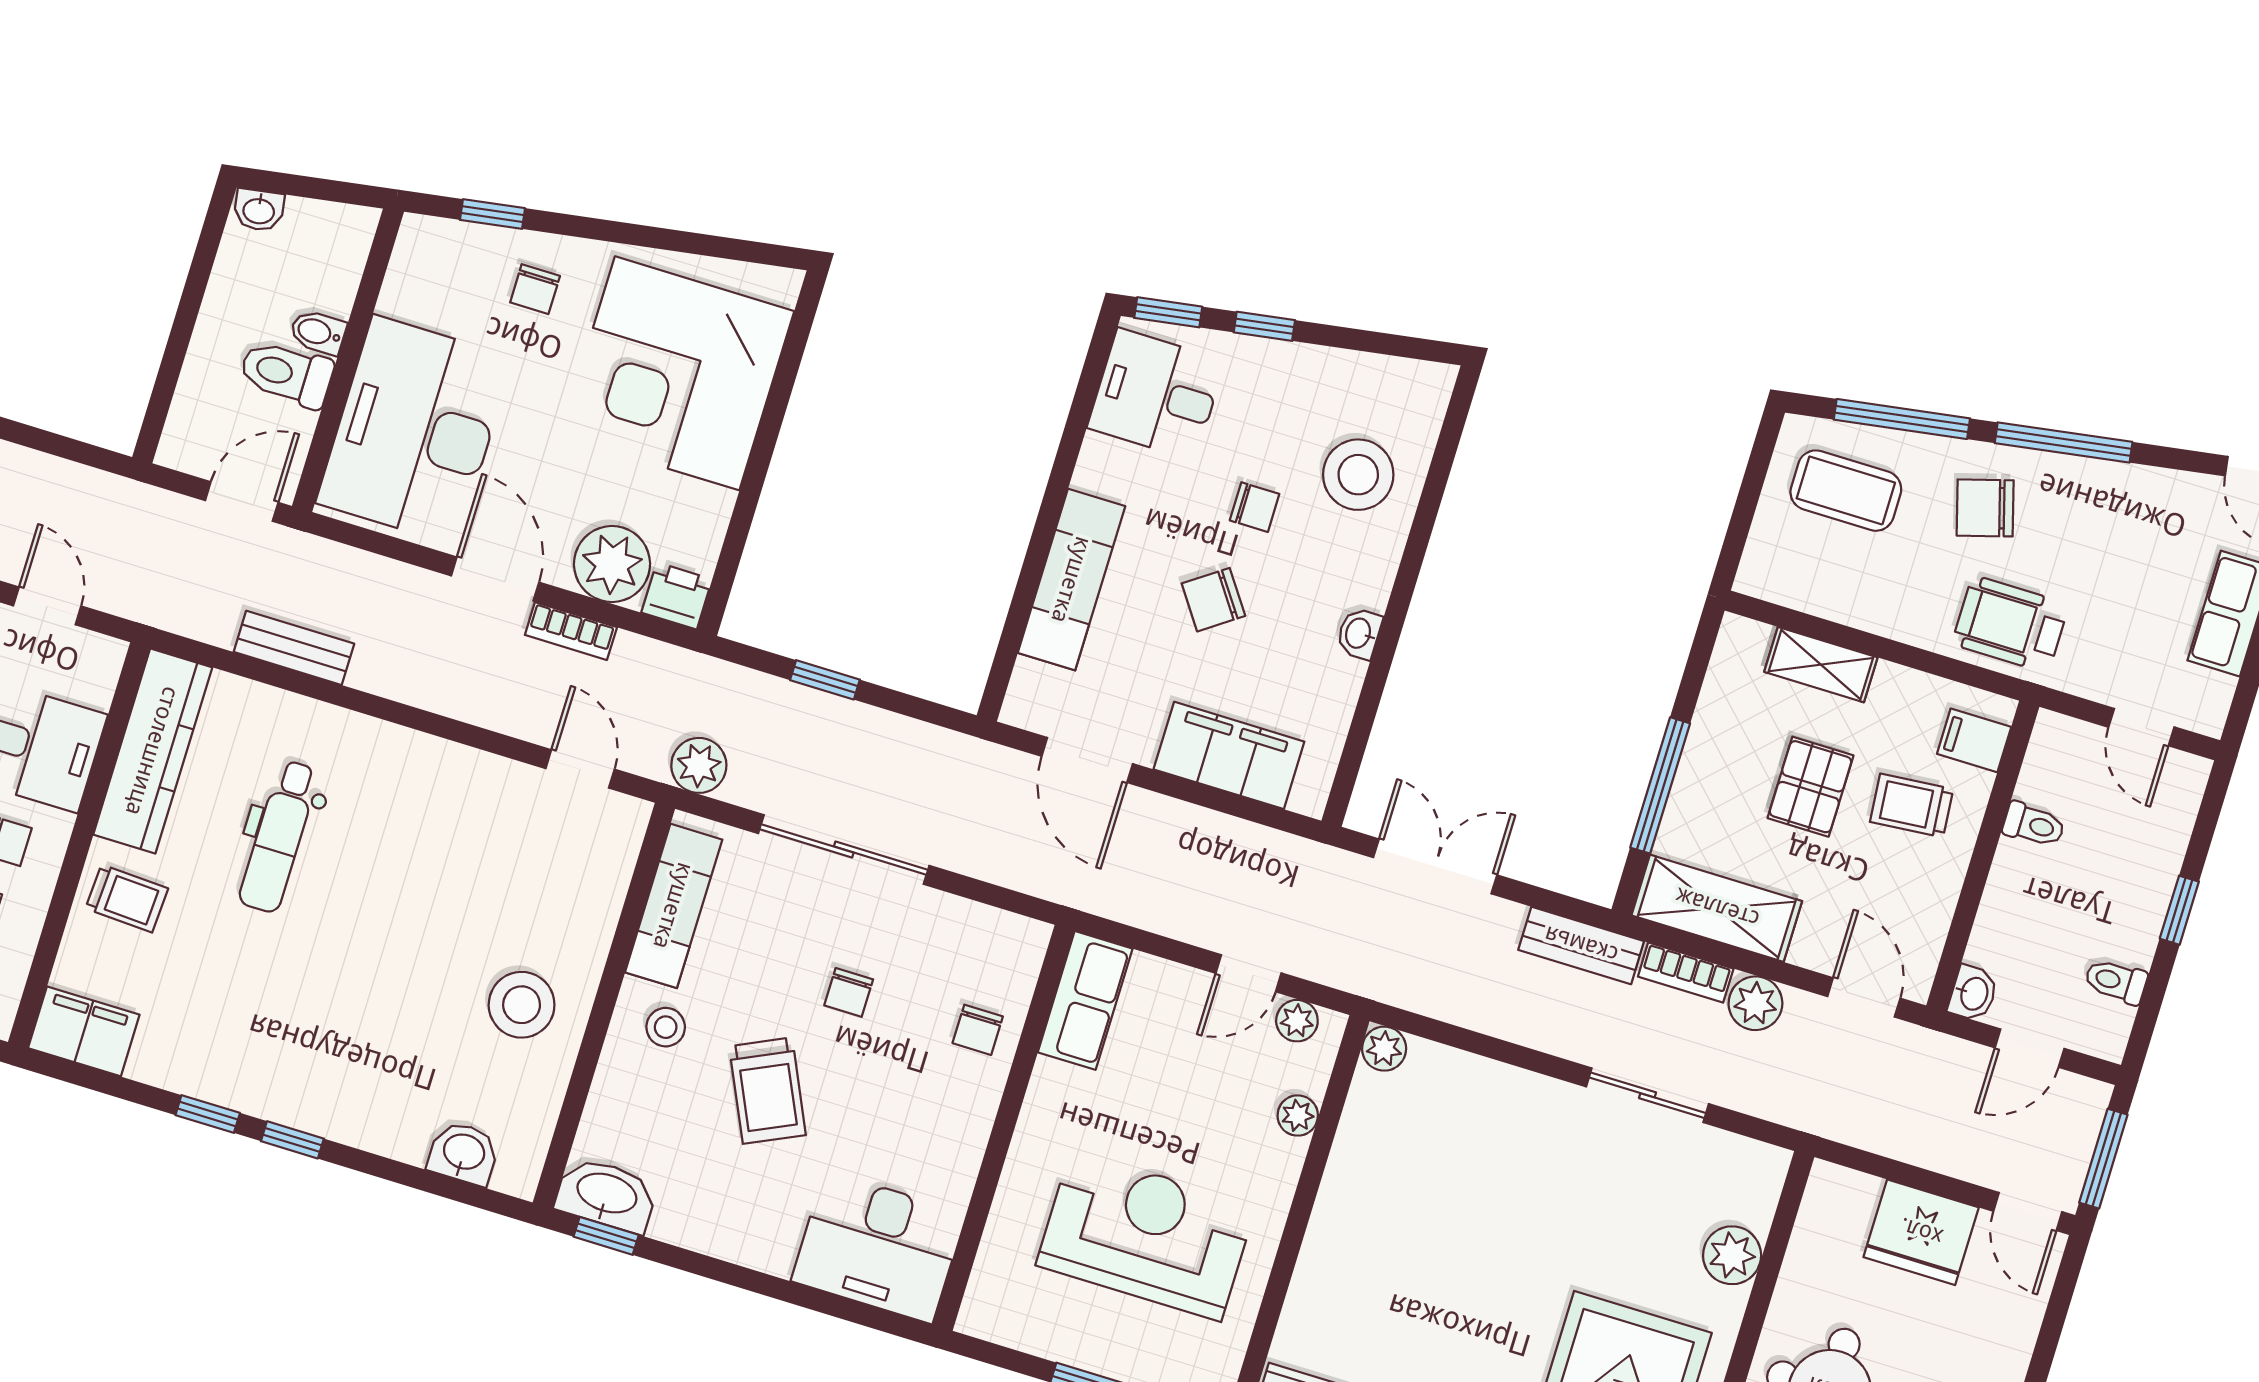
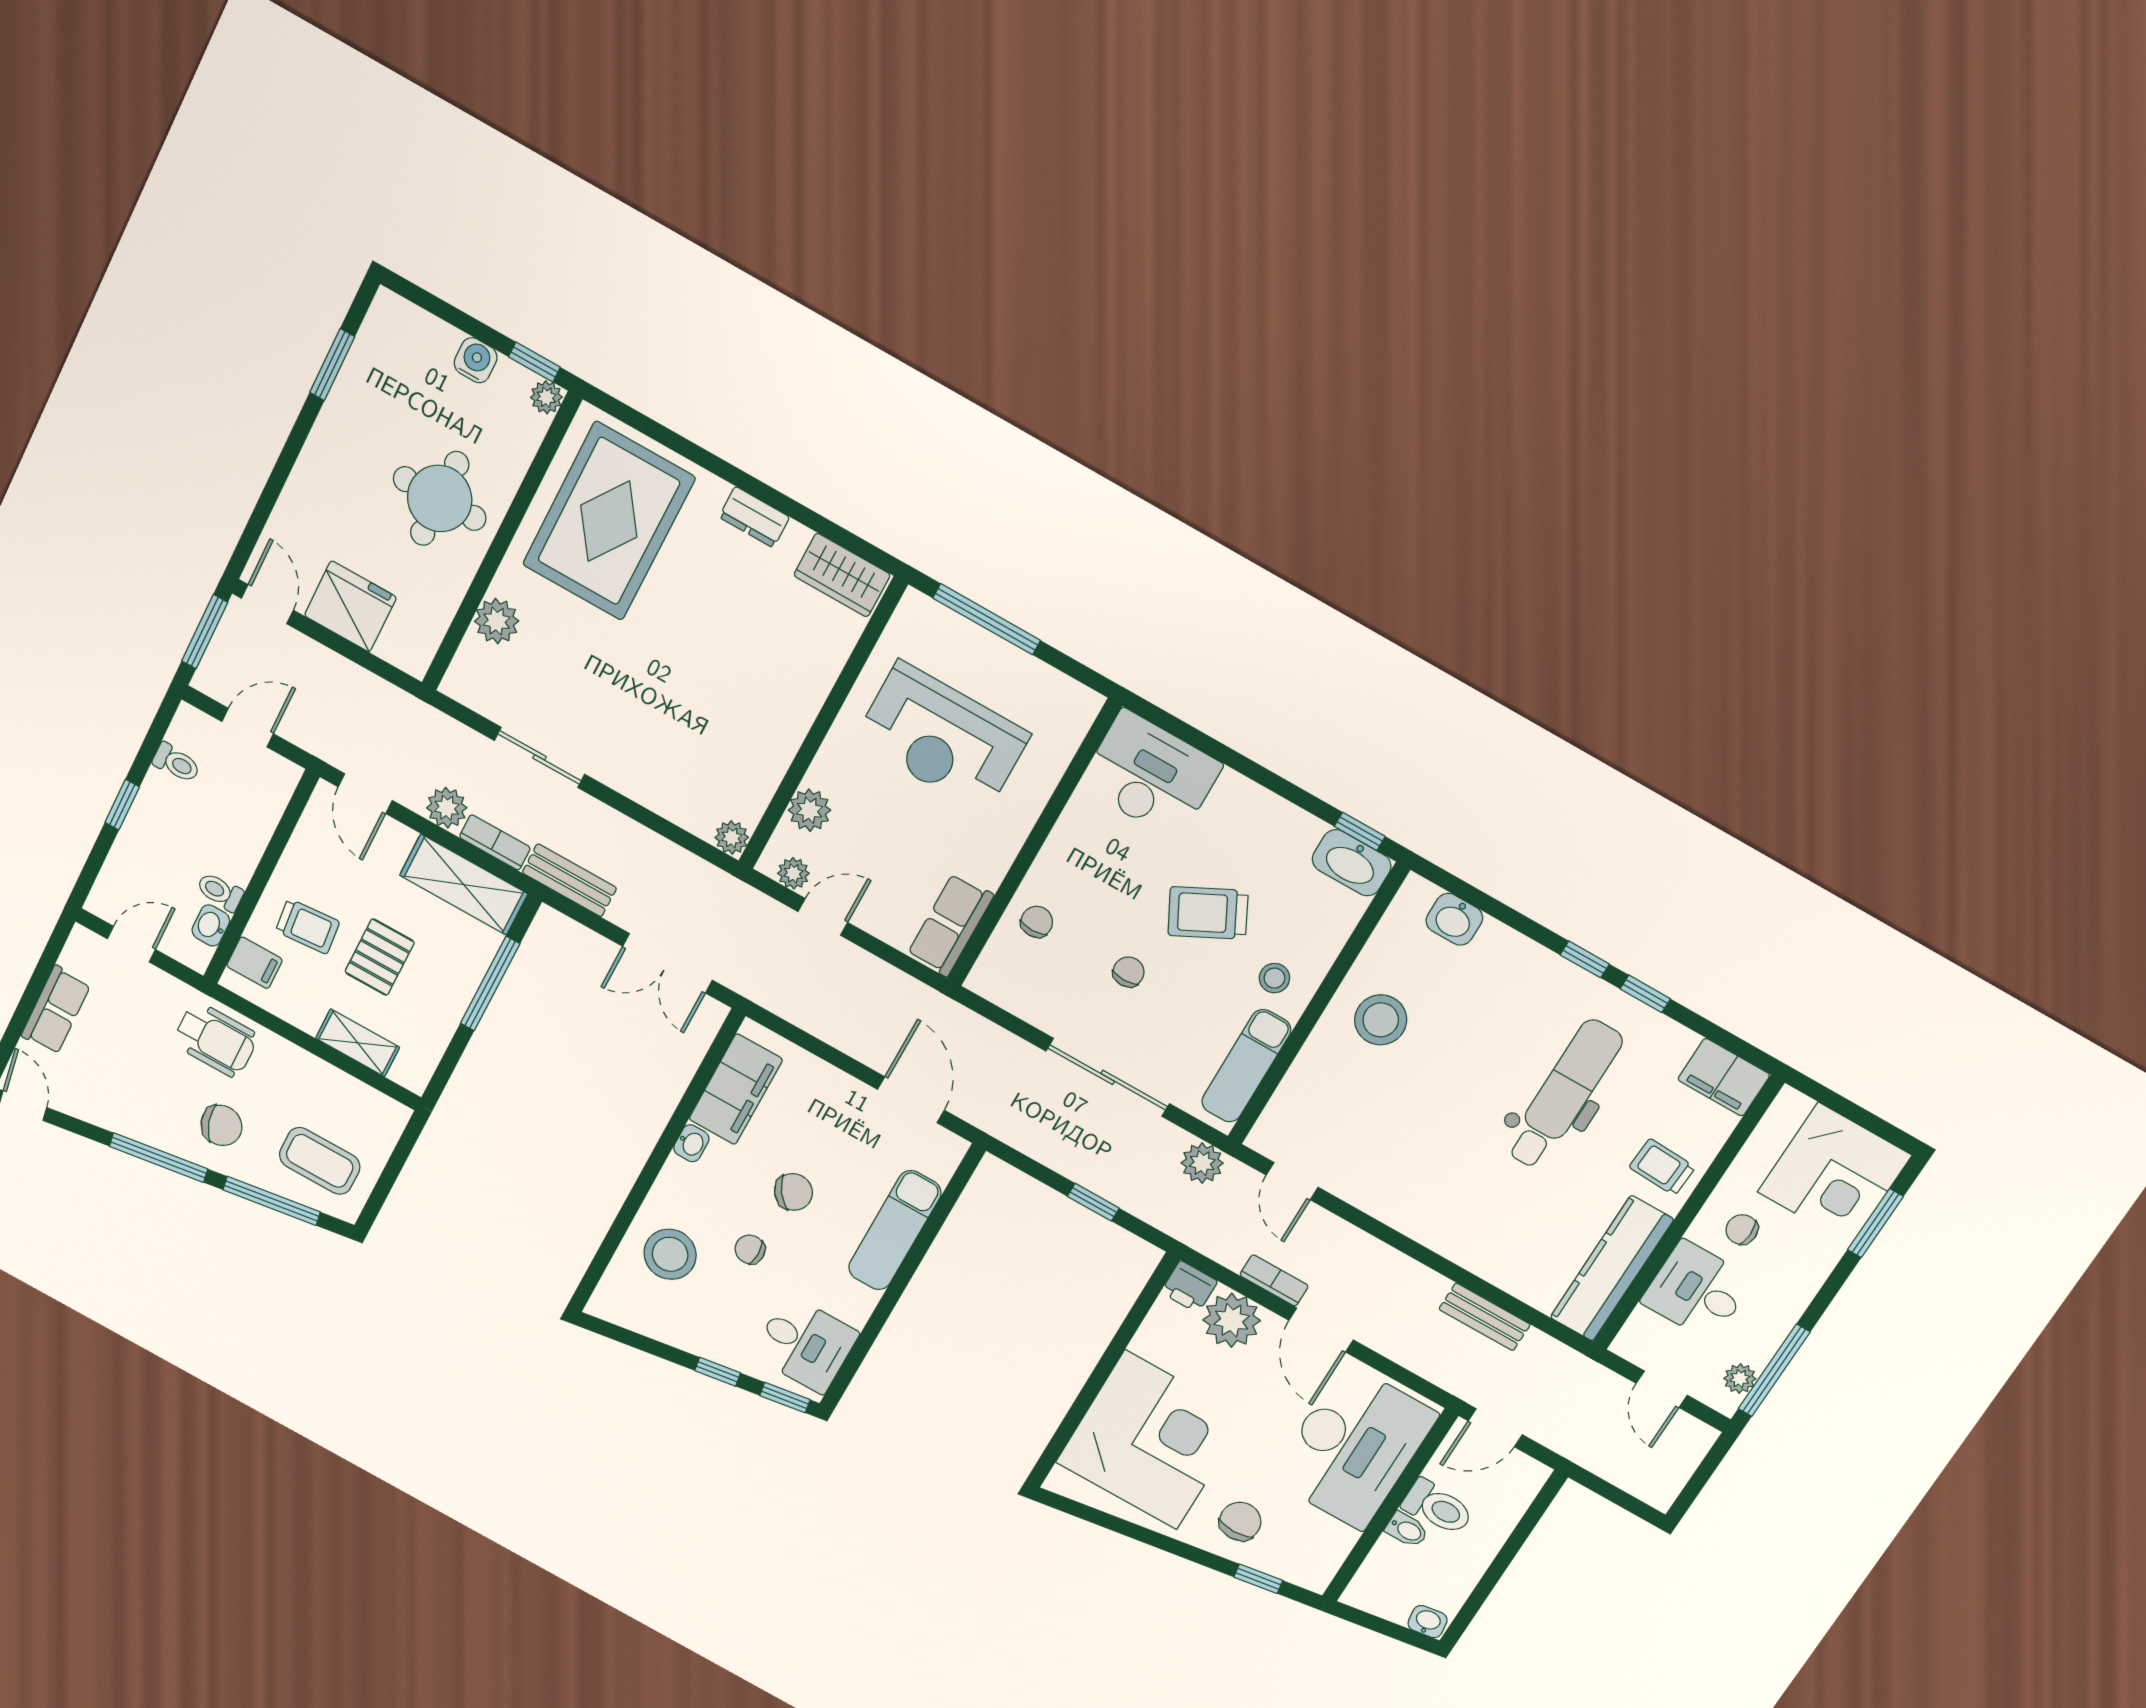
chair: (535, 289) -> (1240, 1521), width x1.37, depth x1.37
door: (2141, 727) -> (131, 944), hinge flipped
filing cabinet: (1229, 755) -> (736, 1089), moved, turned -90
dental chair: (279, 836) -> (1564, 1094), moved, width x1.36, depth x1.38
washbasin: (1973, 993) -> (211, 925), moved
trolley: (768, 1091) -> (1208, 913), turned -92
plant: (1298, 1116) -> (809, 810), width x1.38, depth x1.38

